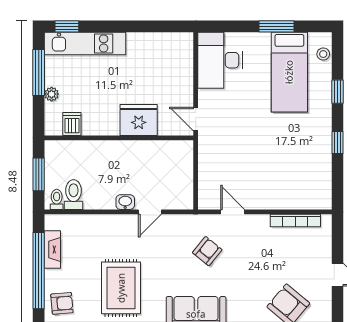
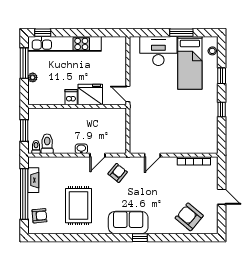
kitchen unit: (85, 43) -> (64, 44), width x1.36
desk: (220, 60) -> (158, 51), moved, turned 90
dishwasher: (72, 124) -> (71, 97), moved
door: (233, 212) -> (152, 155), swing flipped
armchair: (207, 251) -> (118, 173), moved

